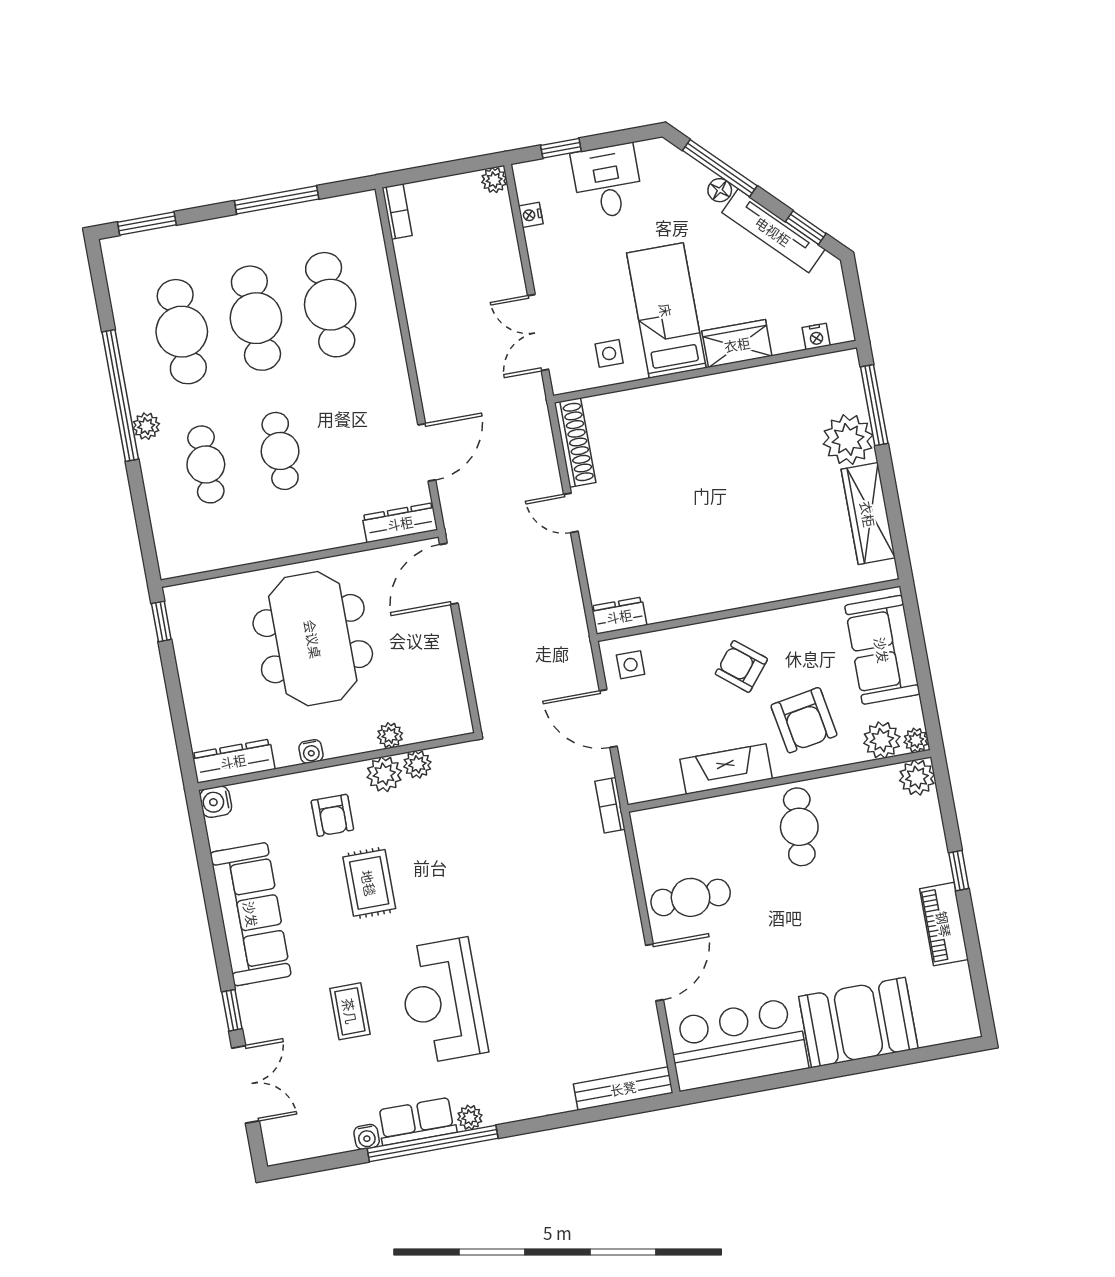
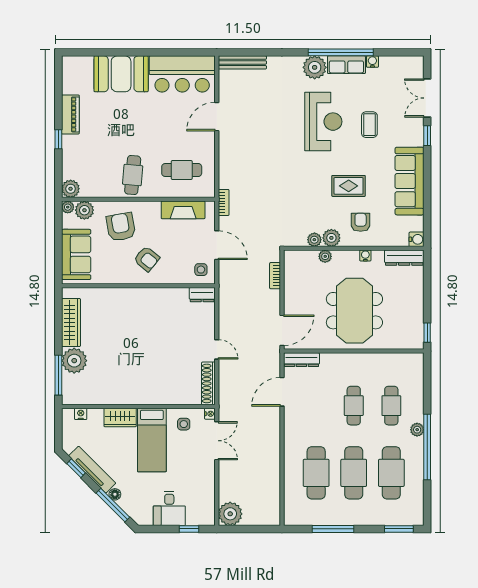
plant: (494, 180) -> (230, 514), width x1.87, depth x1.87
bookcase: (397, 212) -> (275, 276), moved
nightstand: (531, 215) -> (210, 414), moved
fireplace: (726, 769) -> (183, 210), moved
rug: (369, 883) -> (349, 186), turned 90
cafe table: (691, 897) -> (182, 170), moved
plant: (470, 1117) -> (315, 67), width x1.88, depth x1.88

